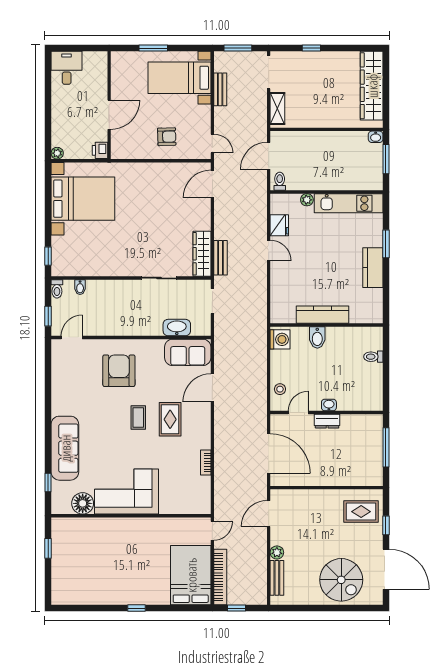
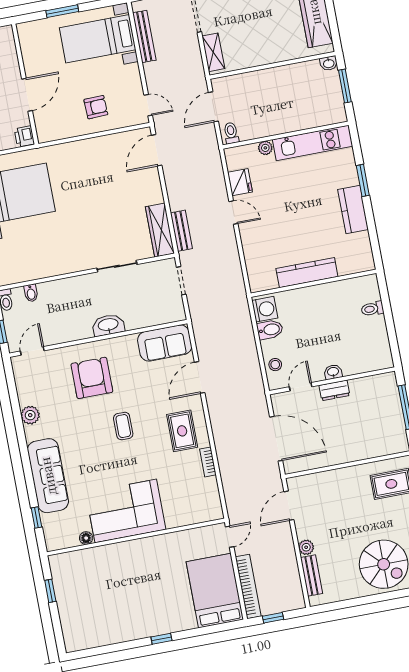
bench: (220, 89) -> (144, 36), width x1.36
washbasin: (177, 328) -> (108, 325), moved
bidet: (317, 337) -> (270, 330), moved, turned -90
plant: (59, 393) -> (30, 415), added
rug: (170, 419) -> (182, 431), moved
floor lamp: (83, 503) -> (86, 538), width x0.53, depth x0.53

